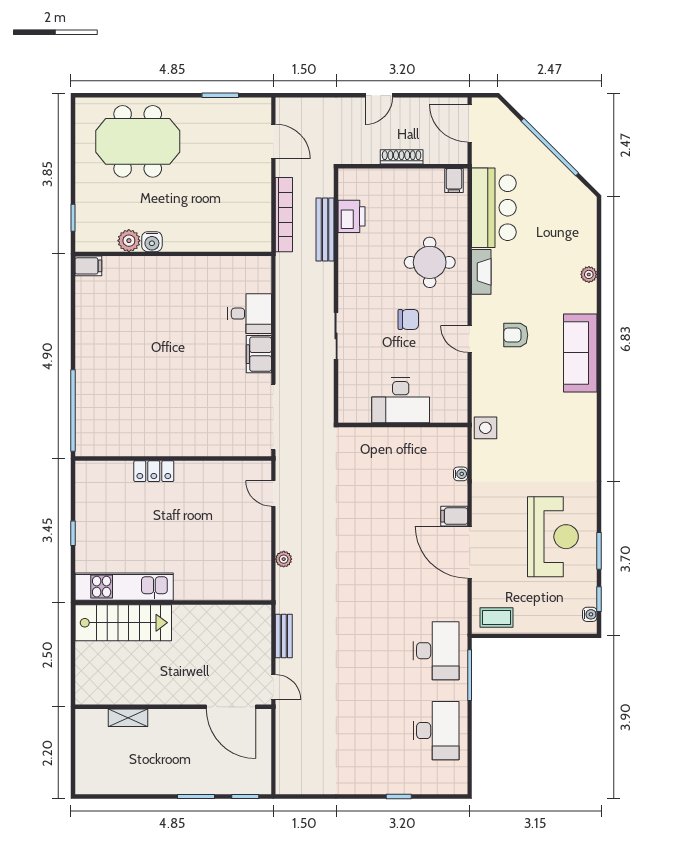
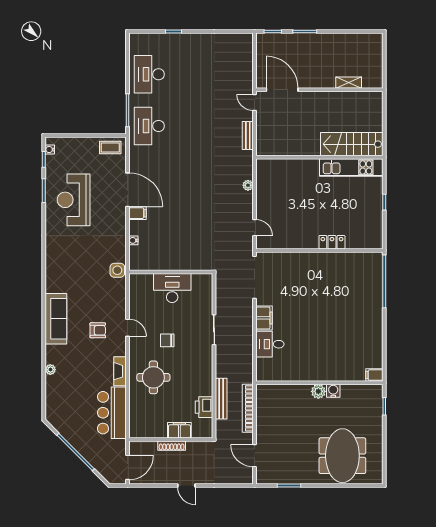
door: (379, 95) -> (186, 486), swing flipped
door: (470, 123) -> (128, 467), hinge flipped
meeting table: (138, 141) -> (342, 456), turned 90
filing cabinet: (454, 180) -> (179, 430), moved, width x2.00
plant: (129, 241) -> (318, 391), moved

